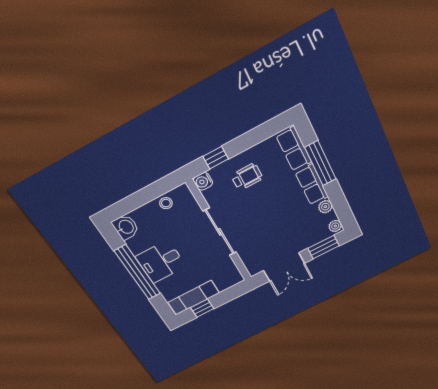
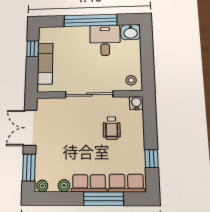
window: (216, 158) -> (152, 159), moved
wheelchair: (247, 177) -> (112, 128), moved
stool: (166, 203) -> (131, 80), moved
desk: (161, 262) -> (105, 40), moved
exam couch: (194, 298) -> (45, 63), moved

